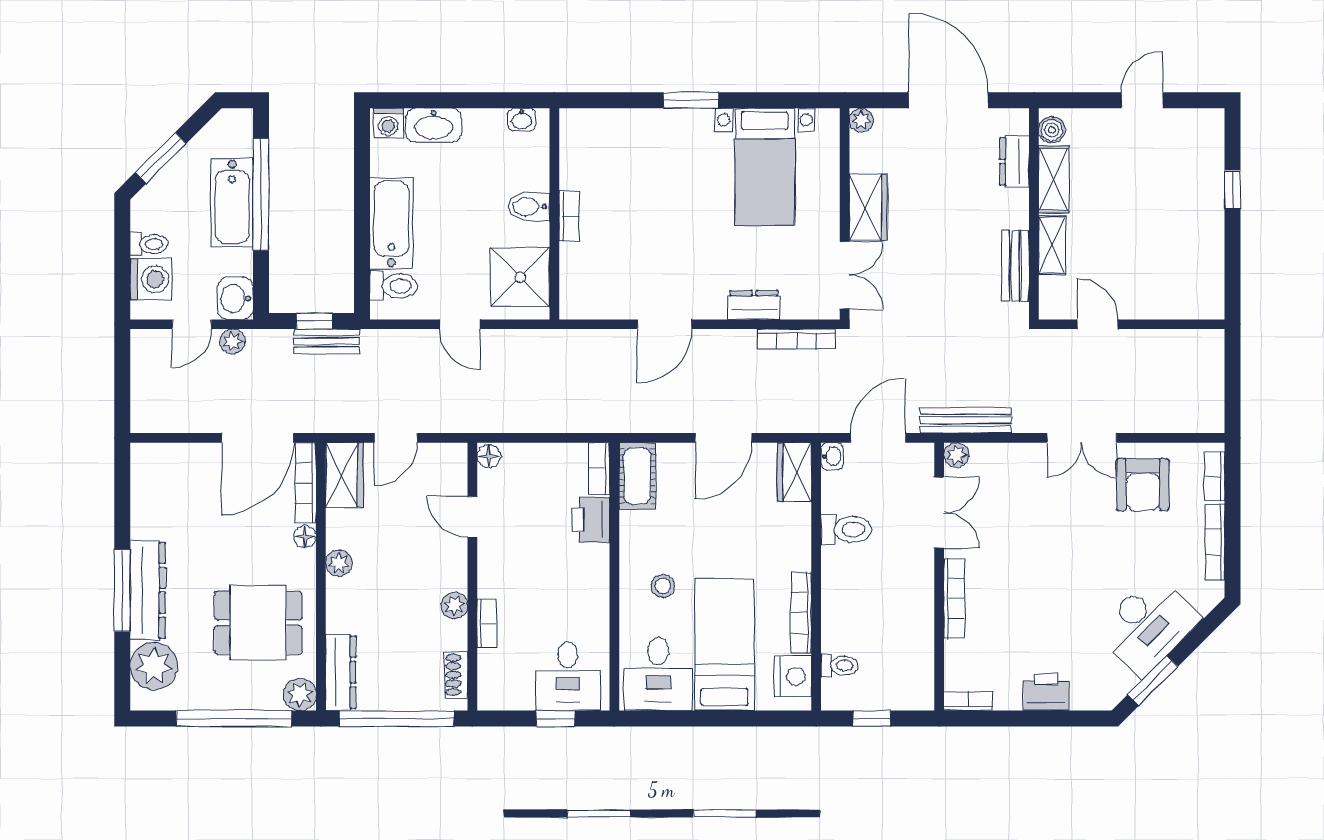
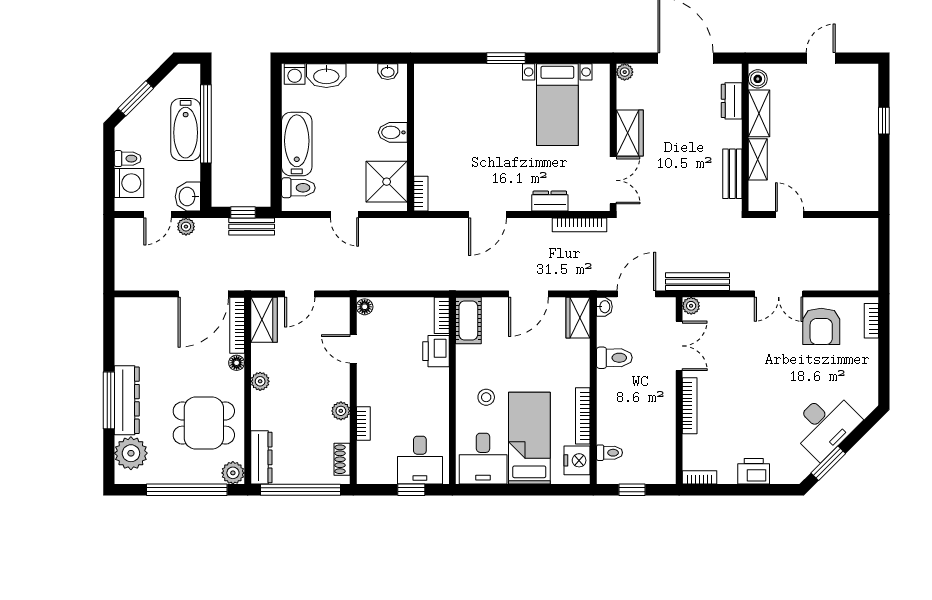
bookcase: (569, 216) -> (421, 194), moved
bookcase: (1215, 542) -> (872, 367), removed

